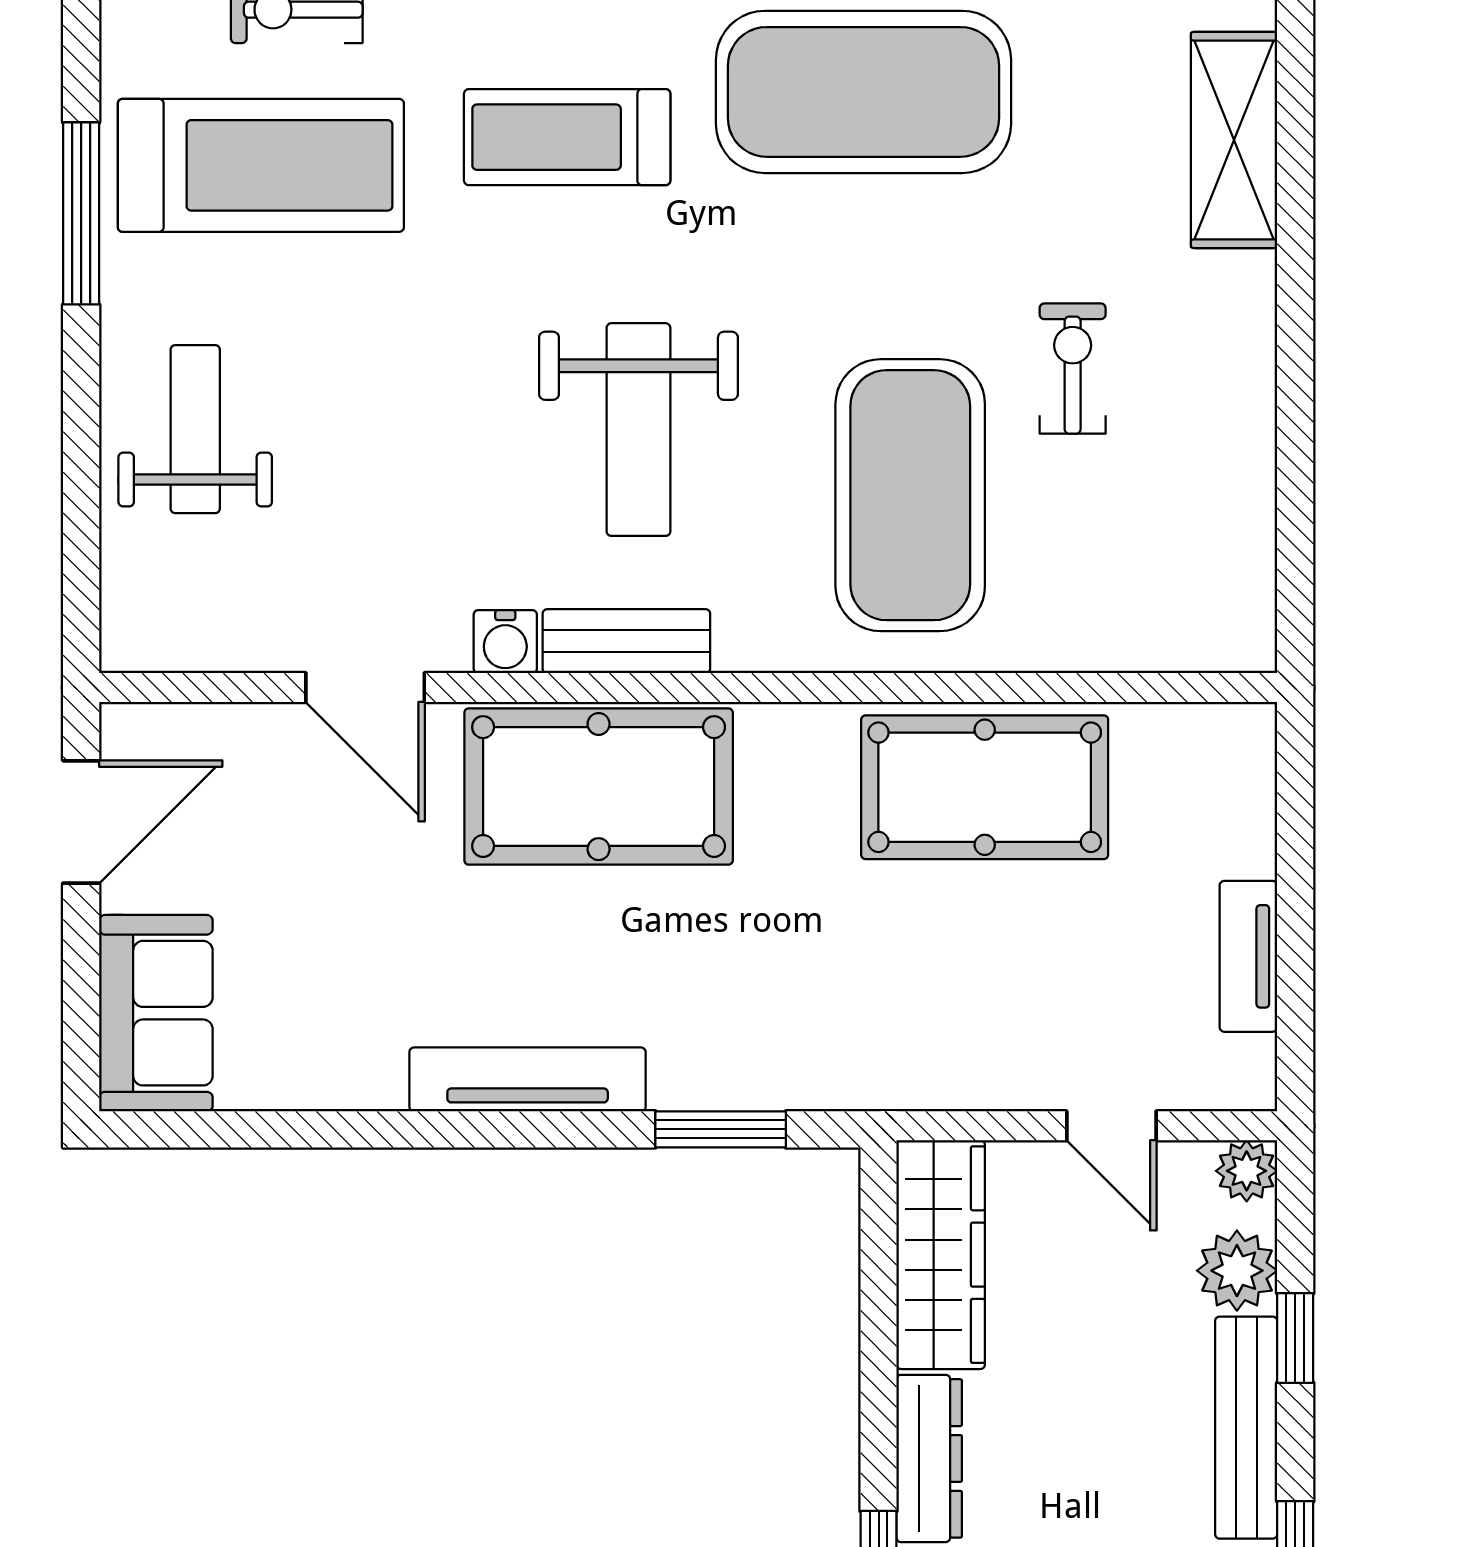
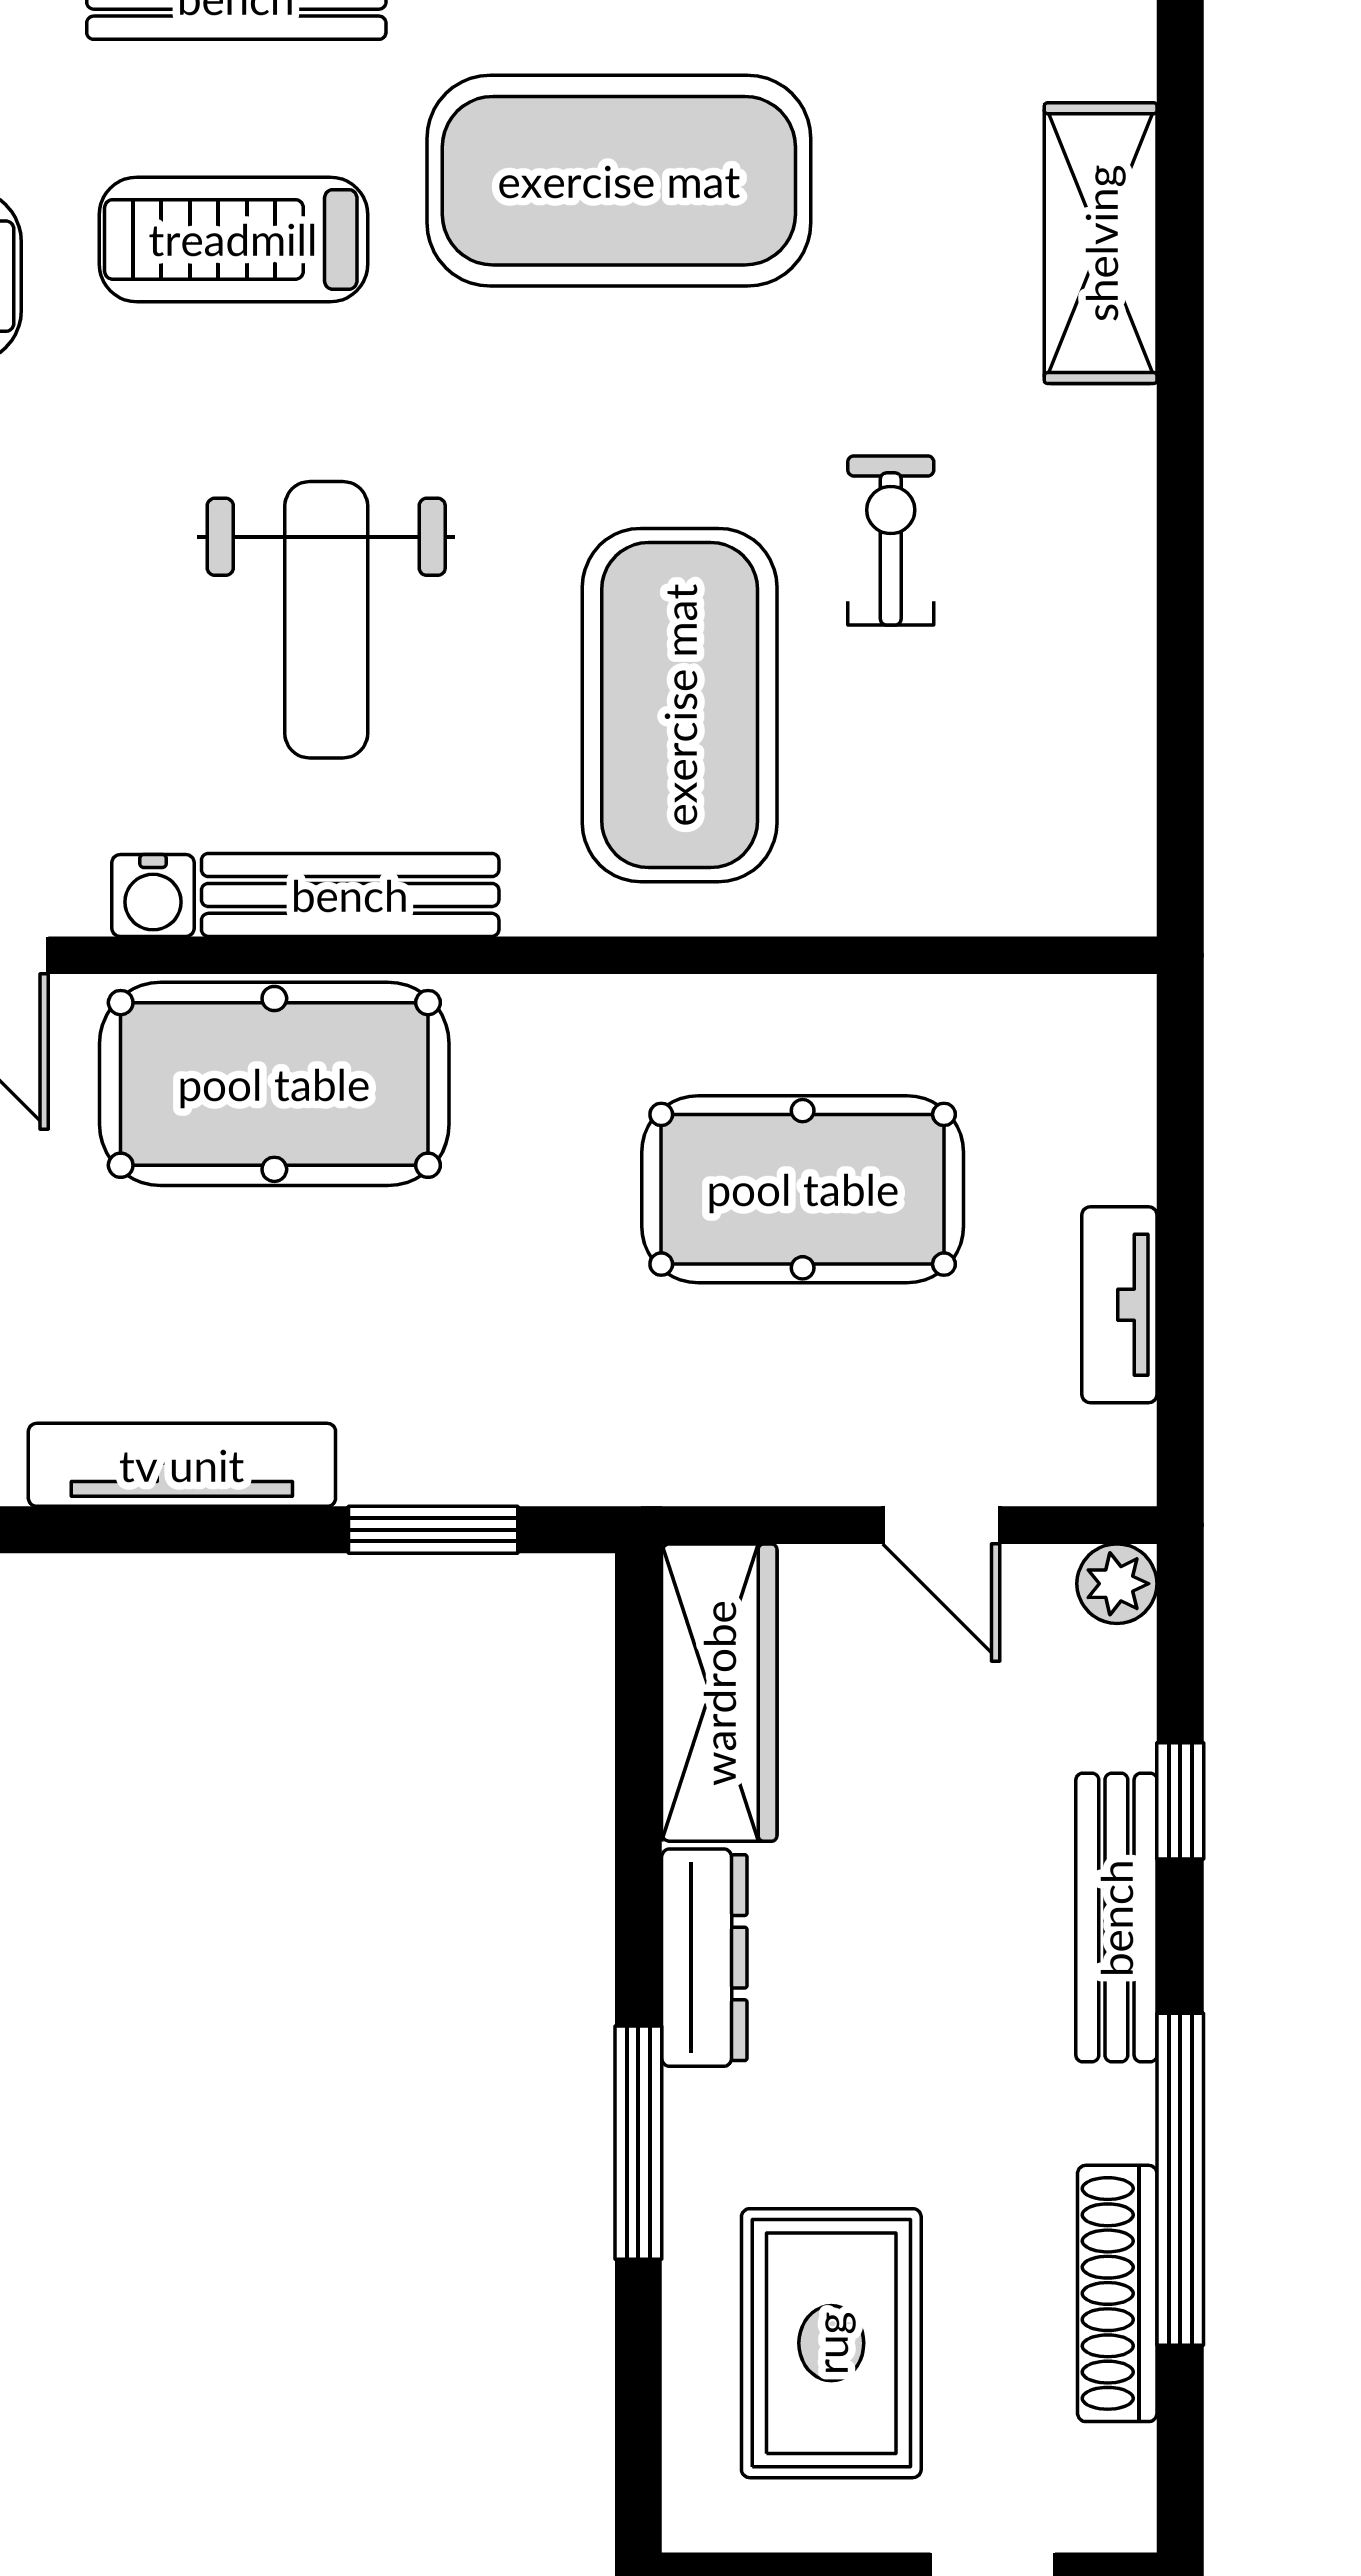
bench: (626, 641) -> (350, 895), width x1.36
pool table: (985, 787) -> (803, 1189), moved
plant: (1237, 1271) -> (1105, 1713), removed

